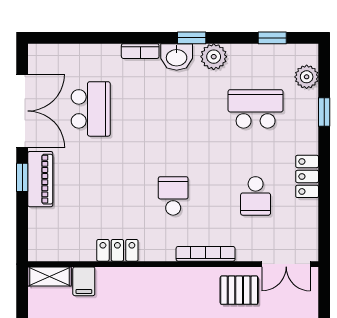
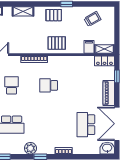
washbasin: (177, 57) -> (107, 148), moved
window: (22, 177) -> (117, 76), moved
school desk: (173, 196) -> (49, 85), turned 90
locker: (117, 250) -> (104, 61), moved
pallet: (239, 290) -> (57, 43), moved

